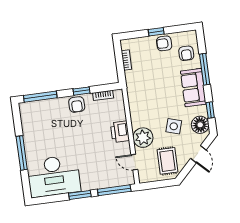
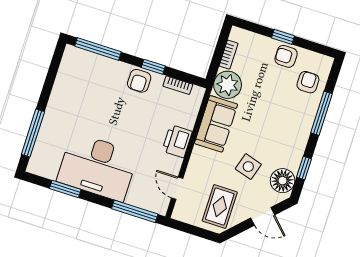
armchair: (186, 53) -> (308, 82), turned 180
sofa: (193, 88) -> (216, 124), moved, turned 180
plant: (143, 138) -> (228, 85), moved
window: (22, 153) -> (33, 133), moved
door: (198, 154) -> (263, 216), hinge flipped
desk: (54, 176) -> (97, 167), moved
window: (80, 195) -> (65, 189), moved

